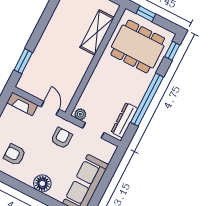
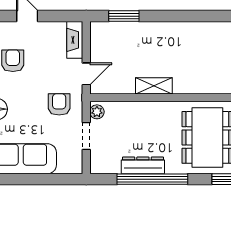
shelving: (97, 32) -> (154, 86), moved, width x0.67, depth x0.75
dresser: (124, 120) -> (143, 165), moved
armchair: (62, 138) -> (59, 104), turned -90

